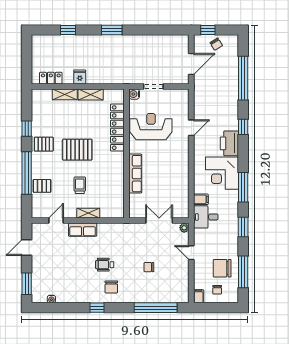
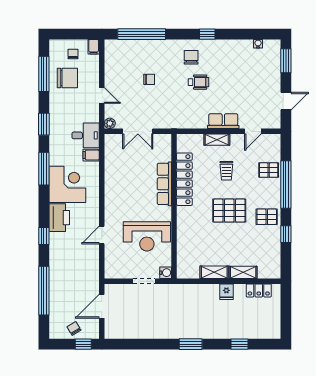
locker: (117, 128) -> (184, 179), moved

